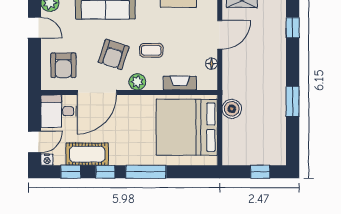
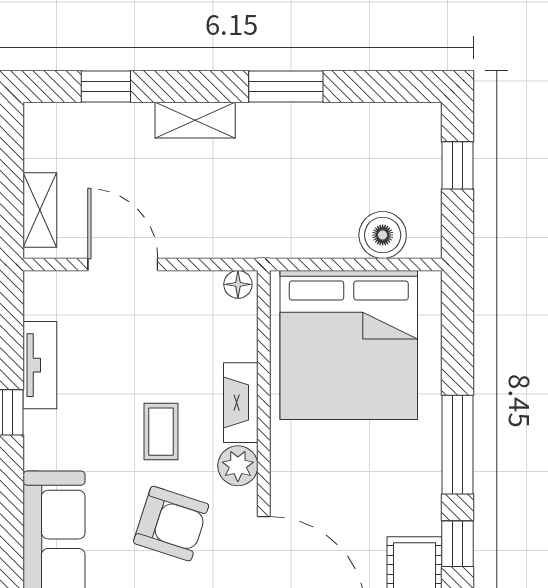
floor lamp: (212, 64) -> (238, 284), moved
shelving: (279, 64) -> (195, 120), added
fireplace: (180, 83) -> (241, 403), moved
boiler: (232, 109) -> (383, 235), moved

